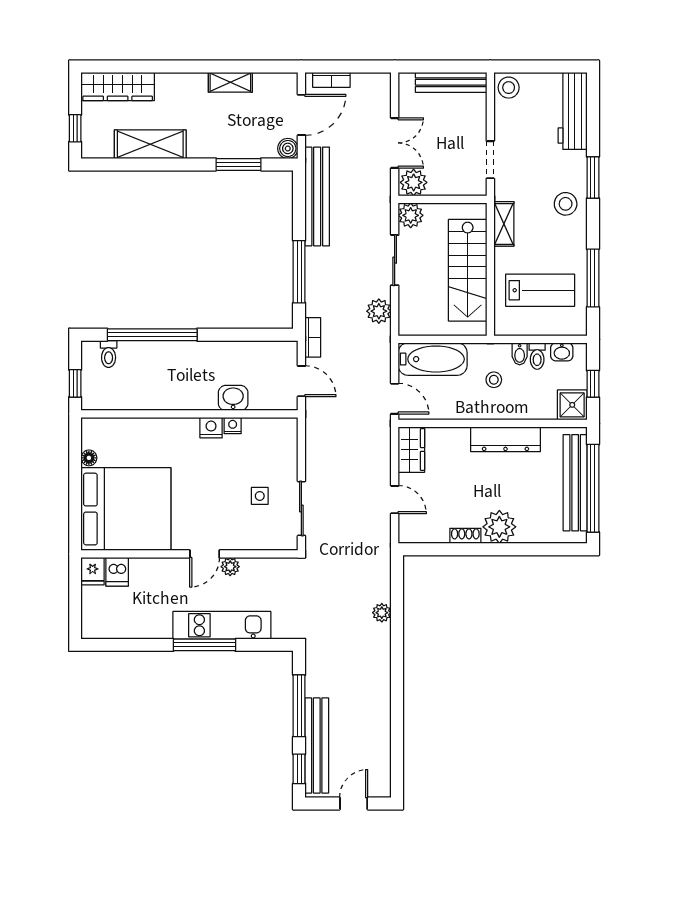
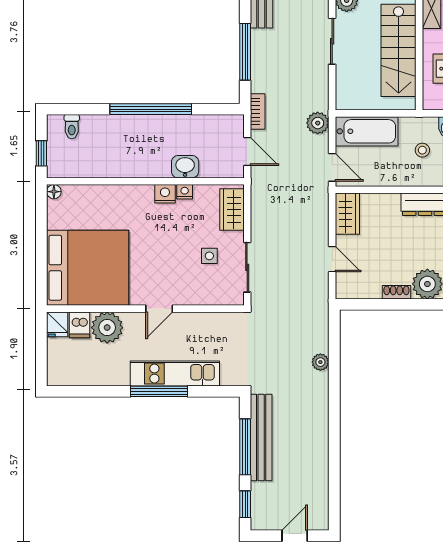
plant: (379, 311) -> (318, 123), moved
window: (152, 335) -> (151, 109), moved
wardrobe: (285, 445) -> (232, 210), added
floor lamp: (89, 458) -> (54, 192), moved
plant: (230, 567) -> (107, 328), moved, width x1.88, depth x1.88
bench: (317, 745) -> (261, 438), moved

